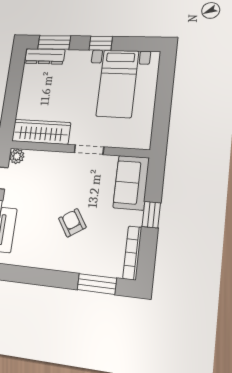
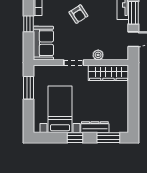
dresser: (45, 56) -> (95, 127), moved
window: (162, 117) -> (29, 88), added
plant: (17, 156) -> (98, 55), moved

